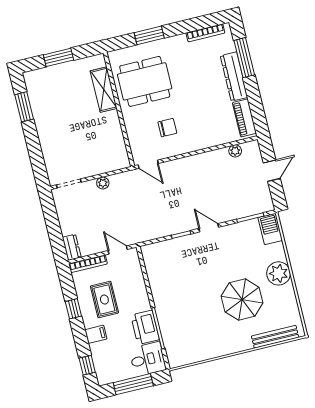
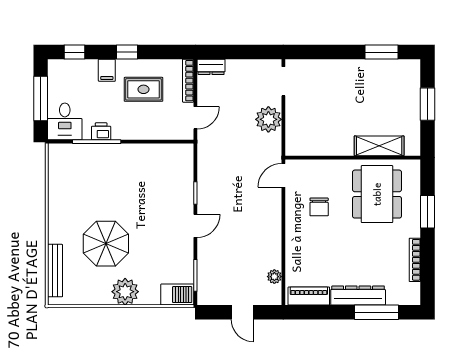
bookcase: (205, 33) -> (415, 260), moved
plant: (103, 183) -> (268, 119), width x1.87, depth x1.87
window: (73, 309) -> (127, 52), moved
printer: (145, 327) -> (101, 131), width x0.53, depth x0.68

